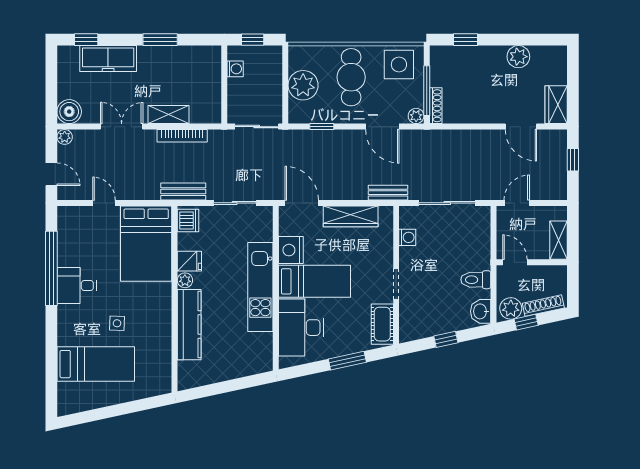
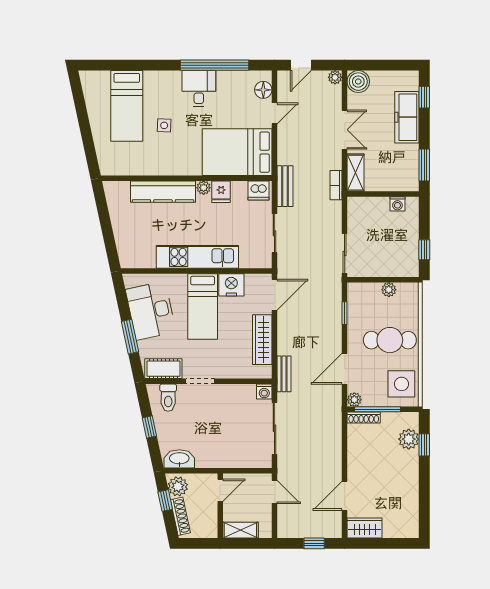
plant: (518, 57) -> (409, 439), moved
washing machine: (235, 69) -> (397, 204), moved
wall: (224, 85) -> (383, 194), moved
plant: (303, 85) -> (389, 290), width x0.53, depth x0.53
bookcase: (182, 136) -> (336, 185), width x0.64
floor lamp: (78, 215) -> (263, 90), added
washing machine: (407, 237) -> (264, 392), moved
toilet: (476, 280) -> (168, 398), moved, turned 180
washbasin: (481, 311) -> (179, 459), width x1.38
desk: (301, 328) -> (151, 311), moved, turned -102

